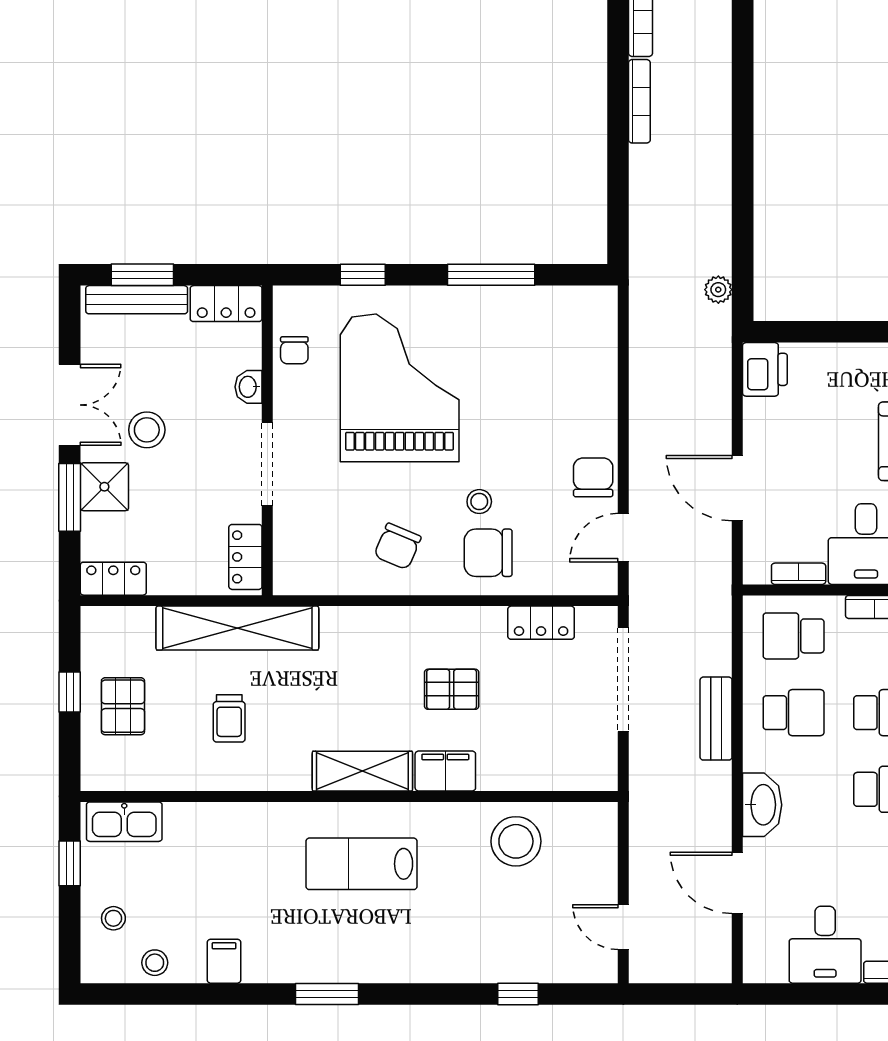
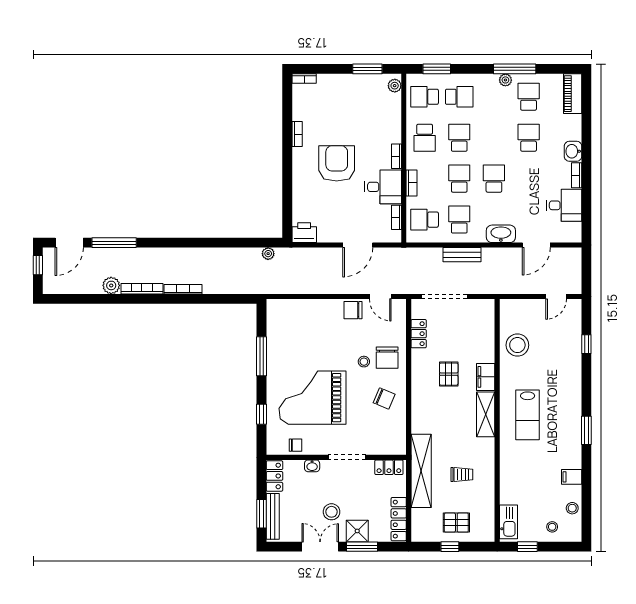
locker: (113, 579) -> (399, 519), width x1.53
school desk: (794, 636) -> (425, 220), turned 90

